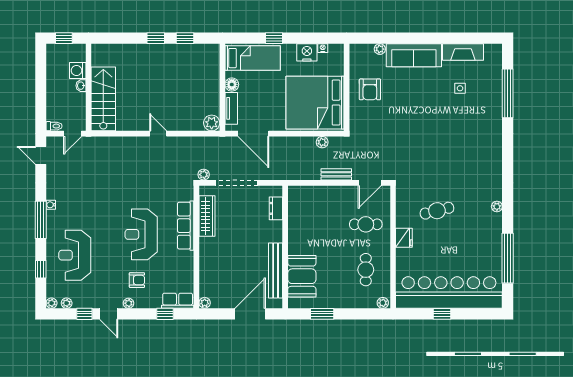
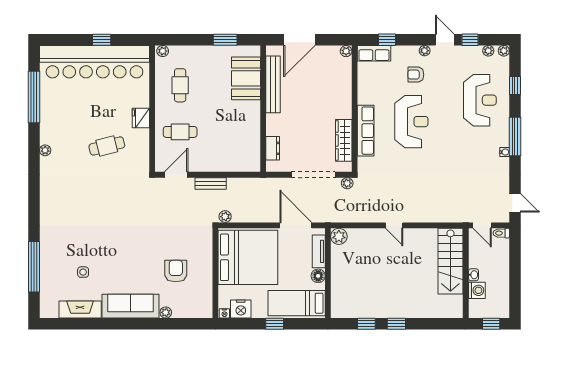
wall: (347, 87) -> (215, 273), moved
bed: (315, 103) -> (248, 257), moved
door: (73, 134) -> (482, 225), swing flipped

